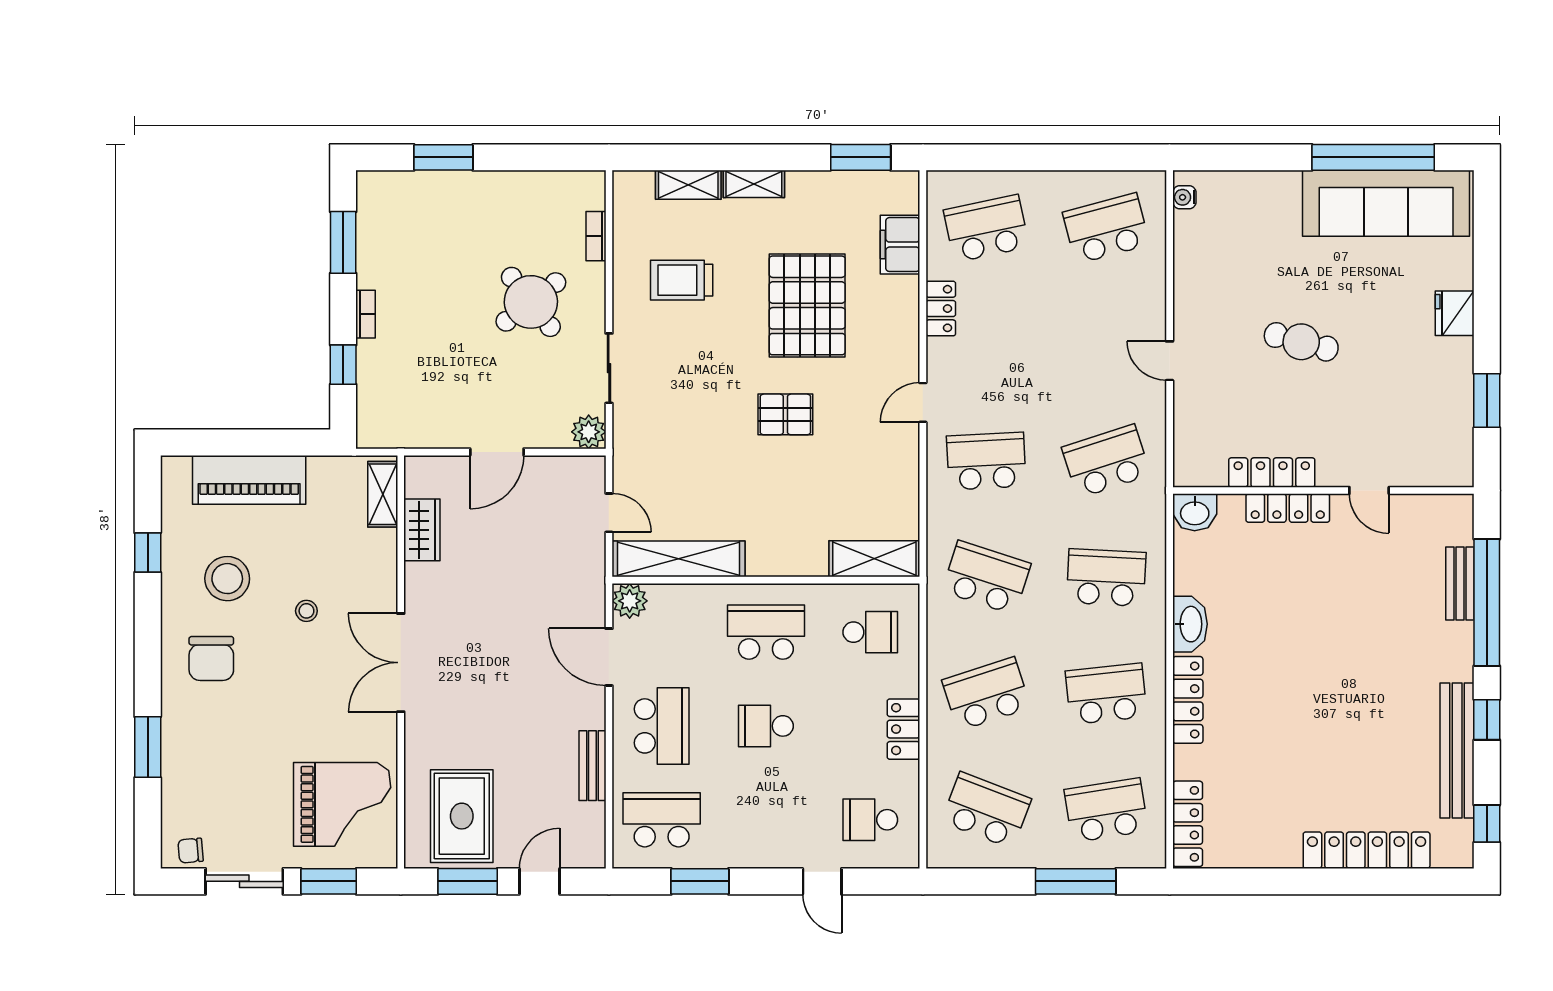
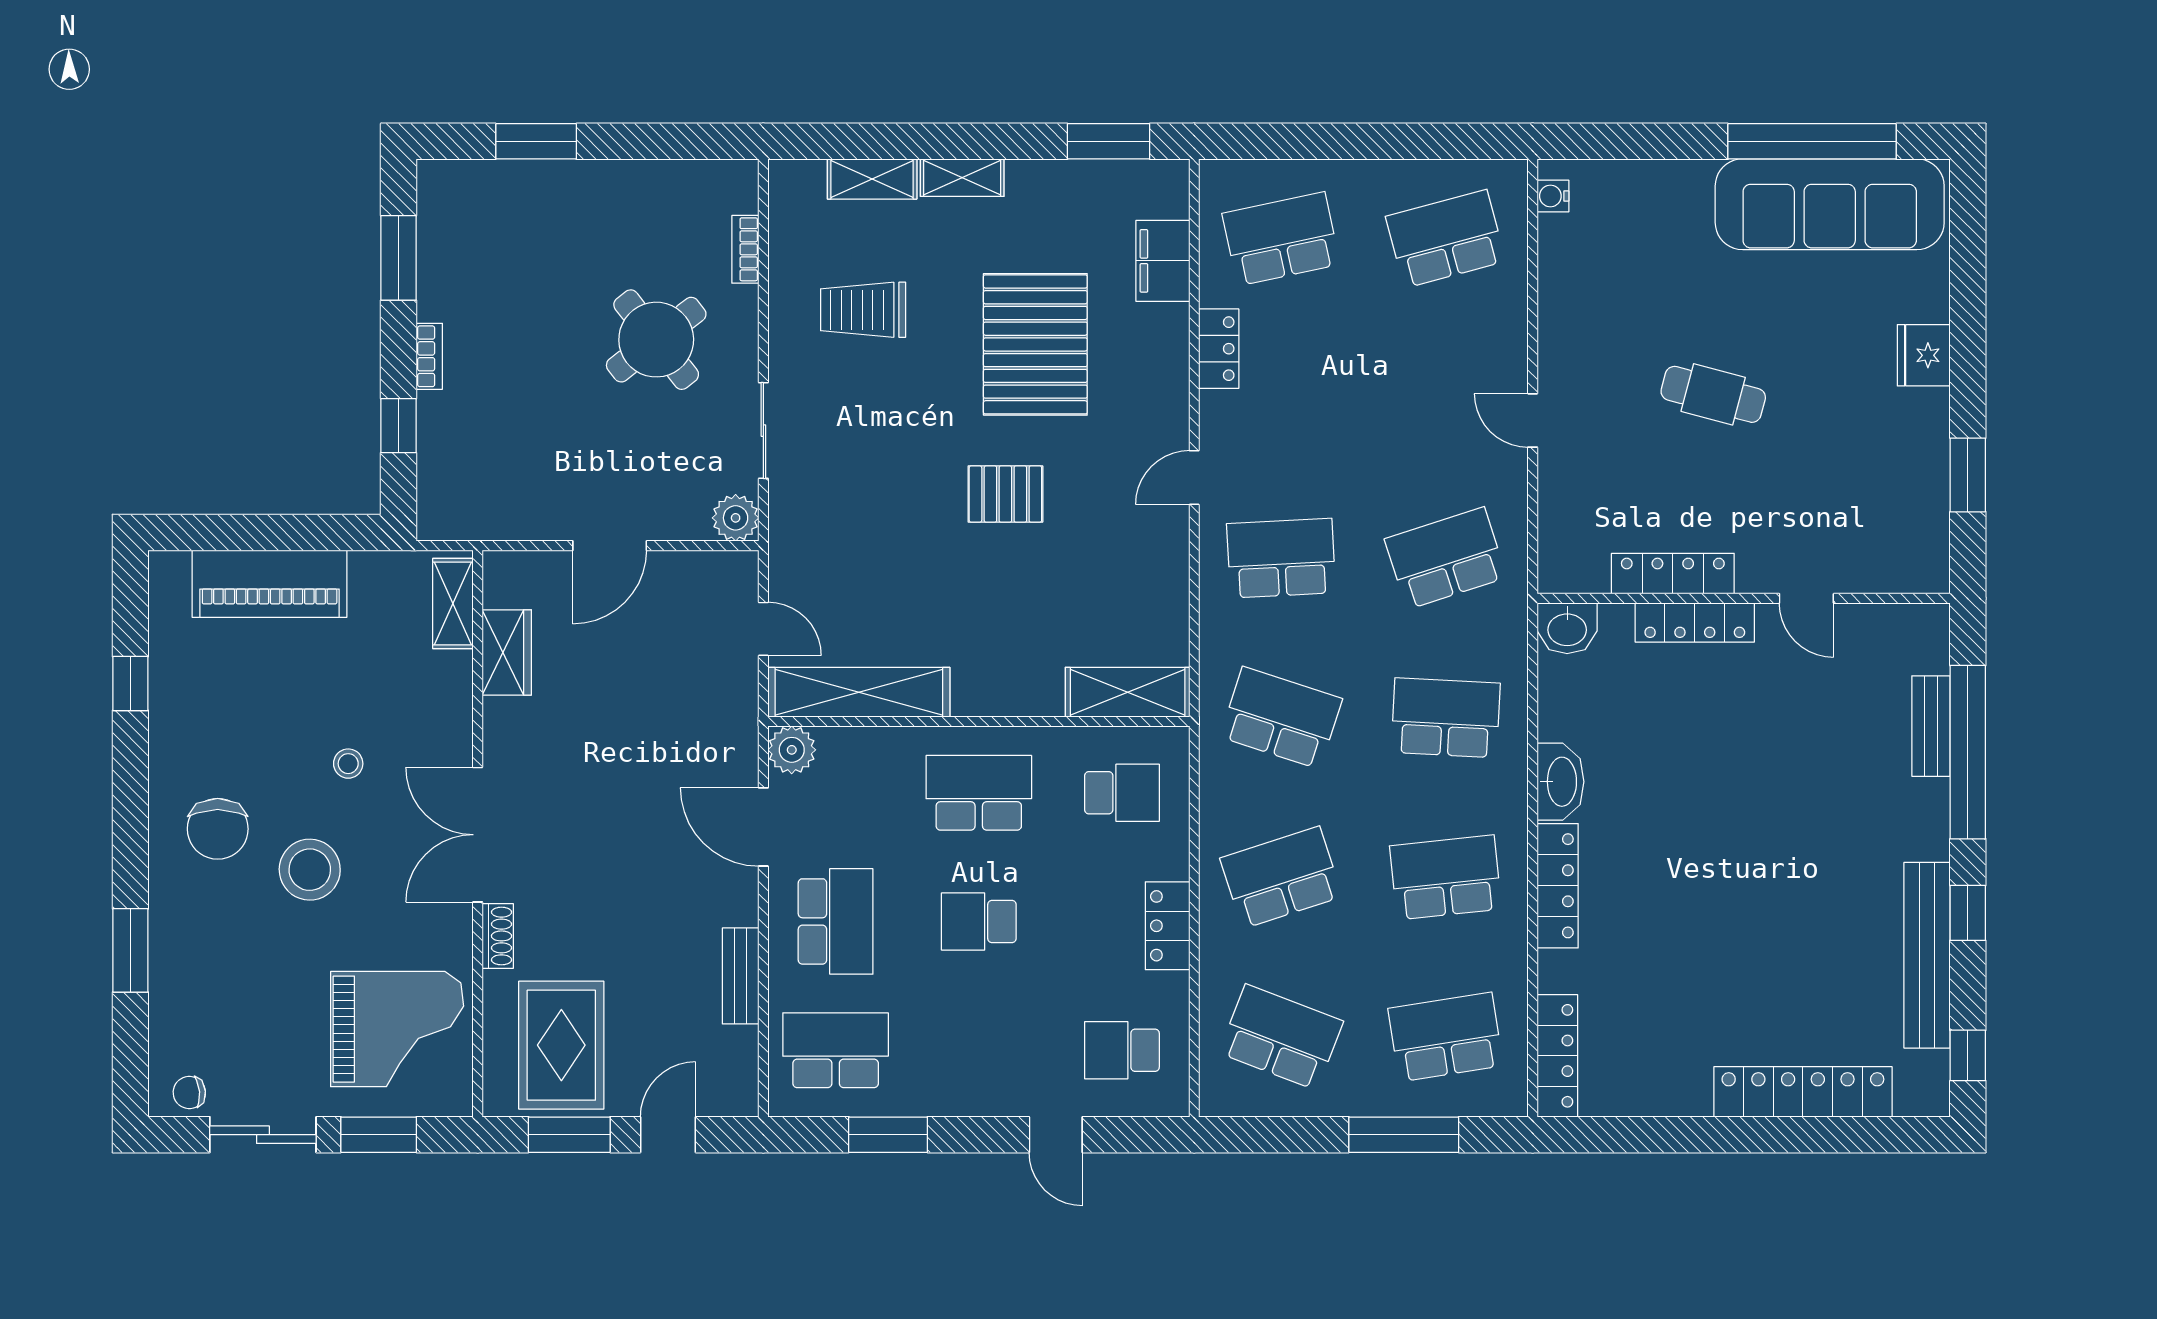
stool: (227, 579) -> (310, 870), moved
shoe rack: (415, 737) -> (498, 936), added

